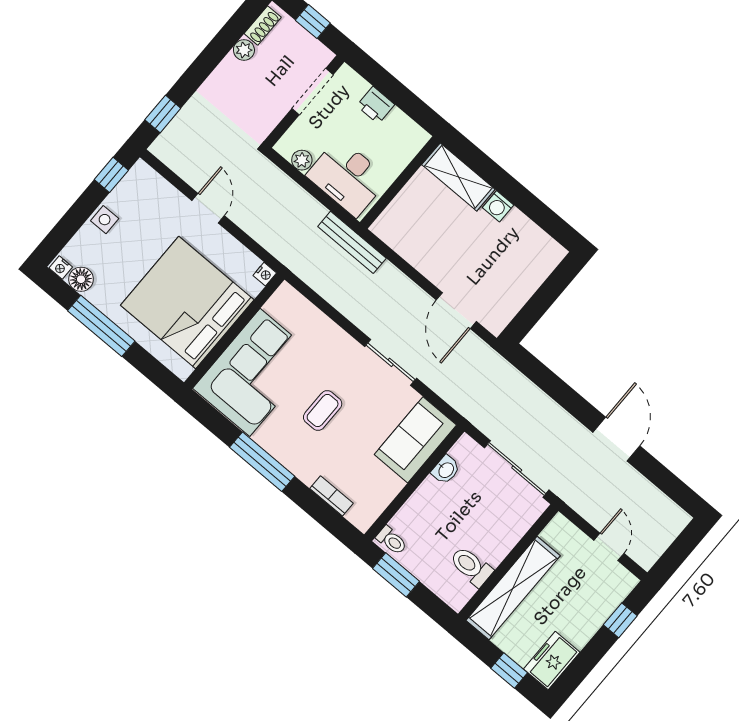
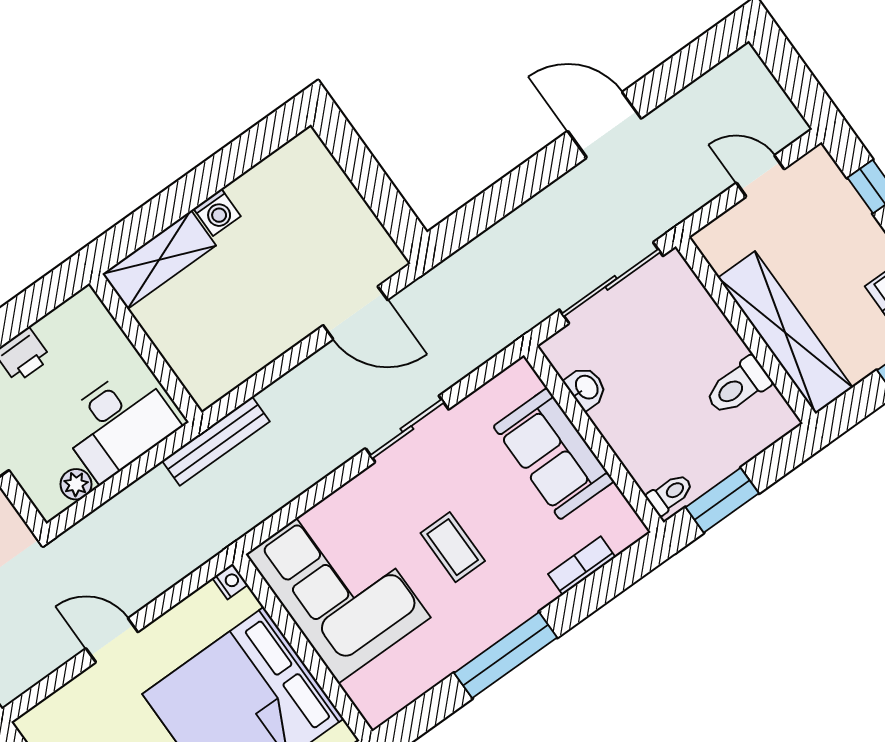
corner sofa: (255, 372) -> (338, 586), moved
sofa: (415, 440) -> (554, 454), moved

